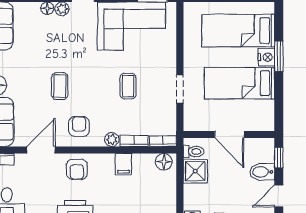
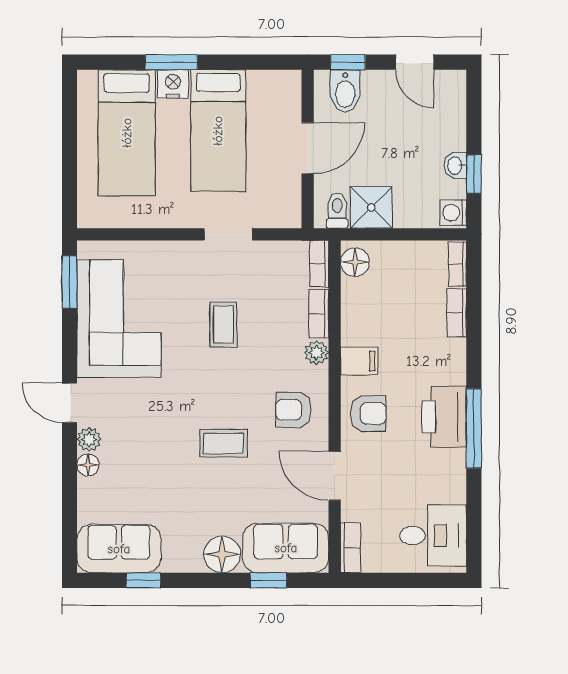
coffee table: (128, 86) -> (223, 325), turned 90
filing cabinet: (123, 164) -> (359, 361), moved
bidet: (262, 172) -> (345, 91), moved

